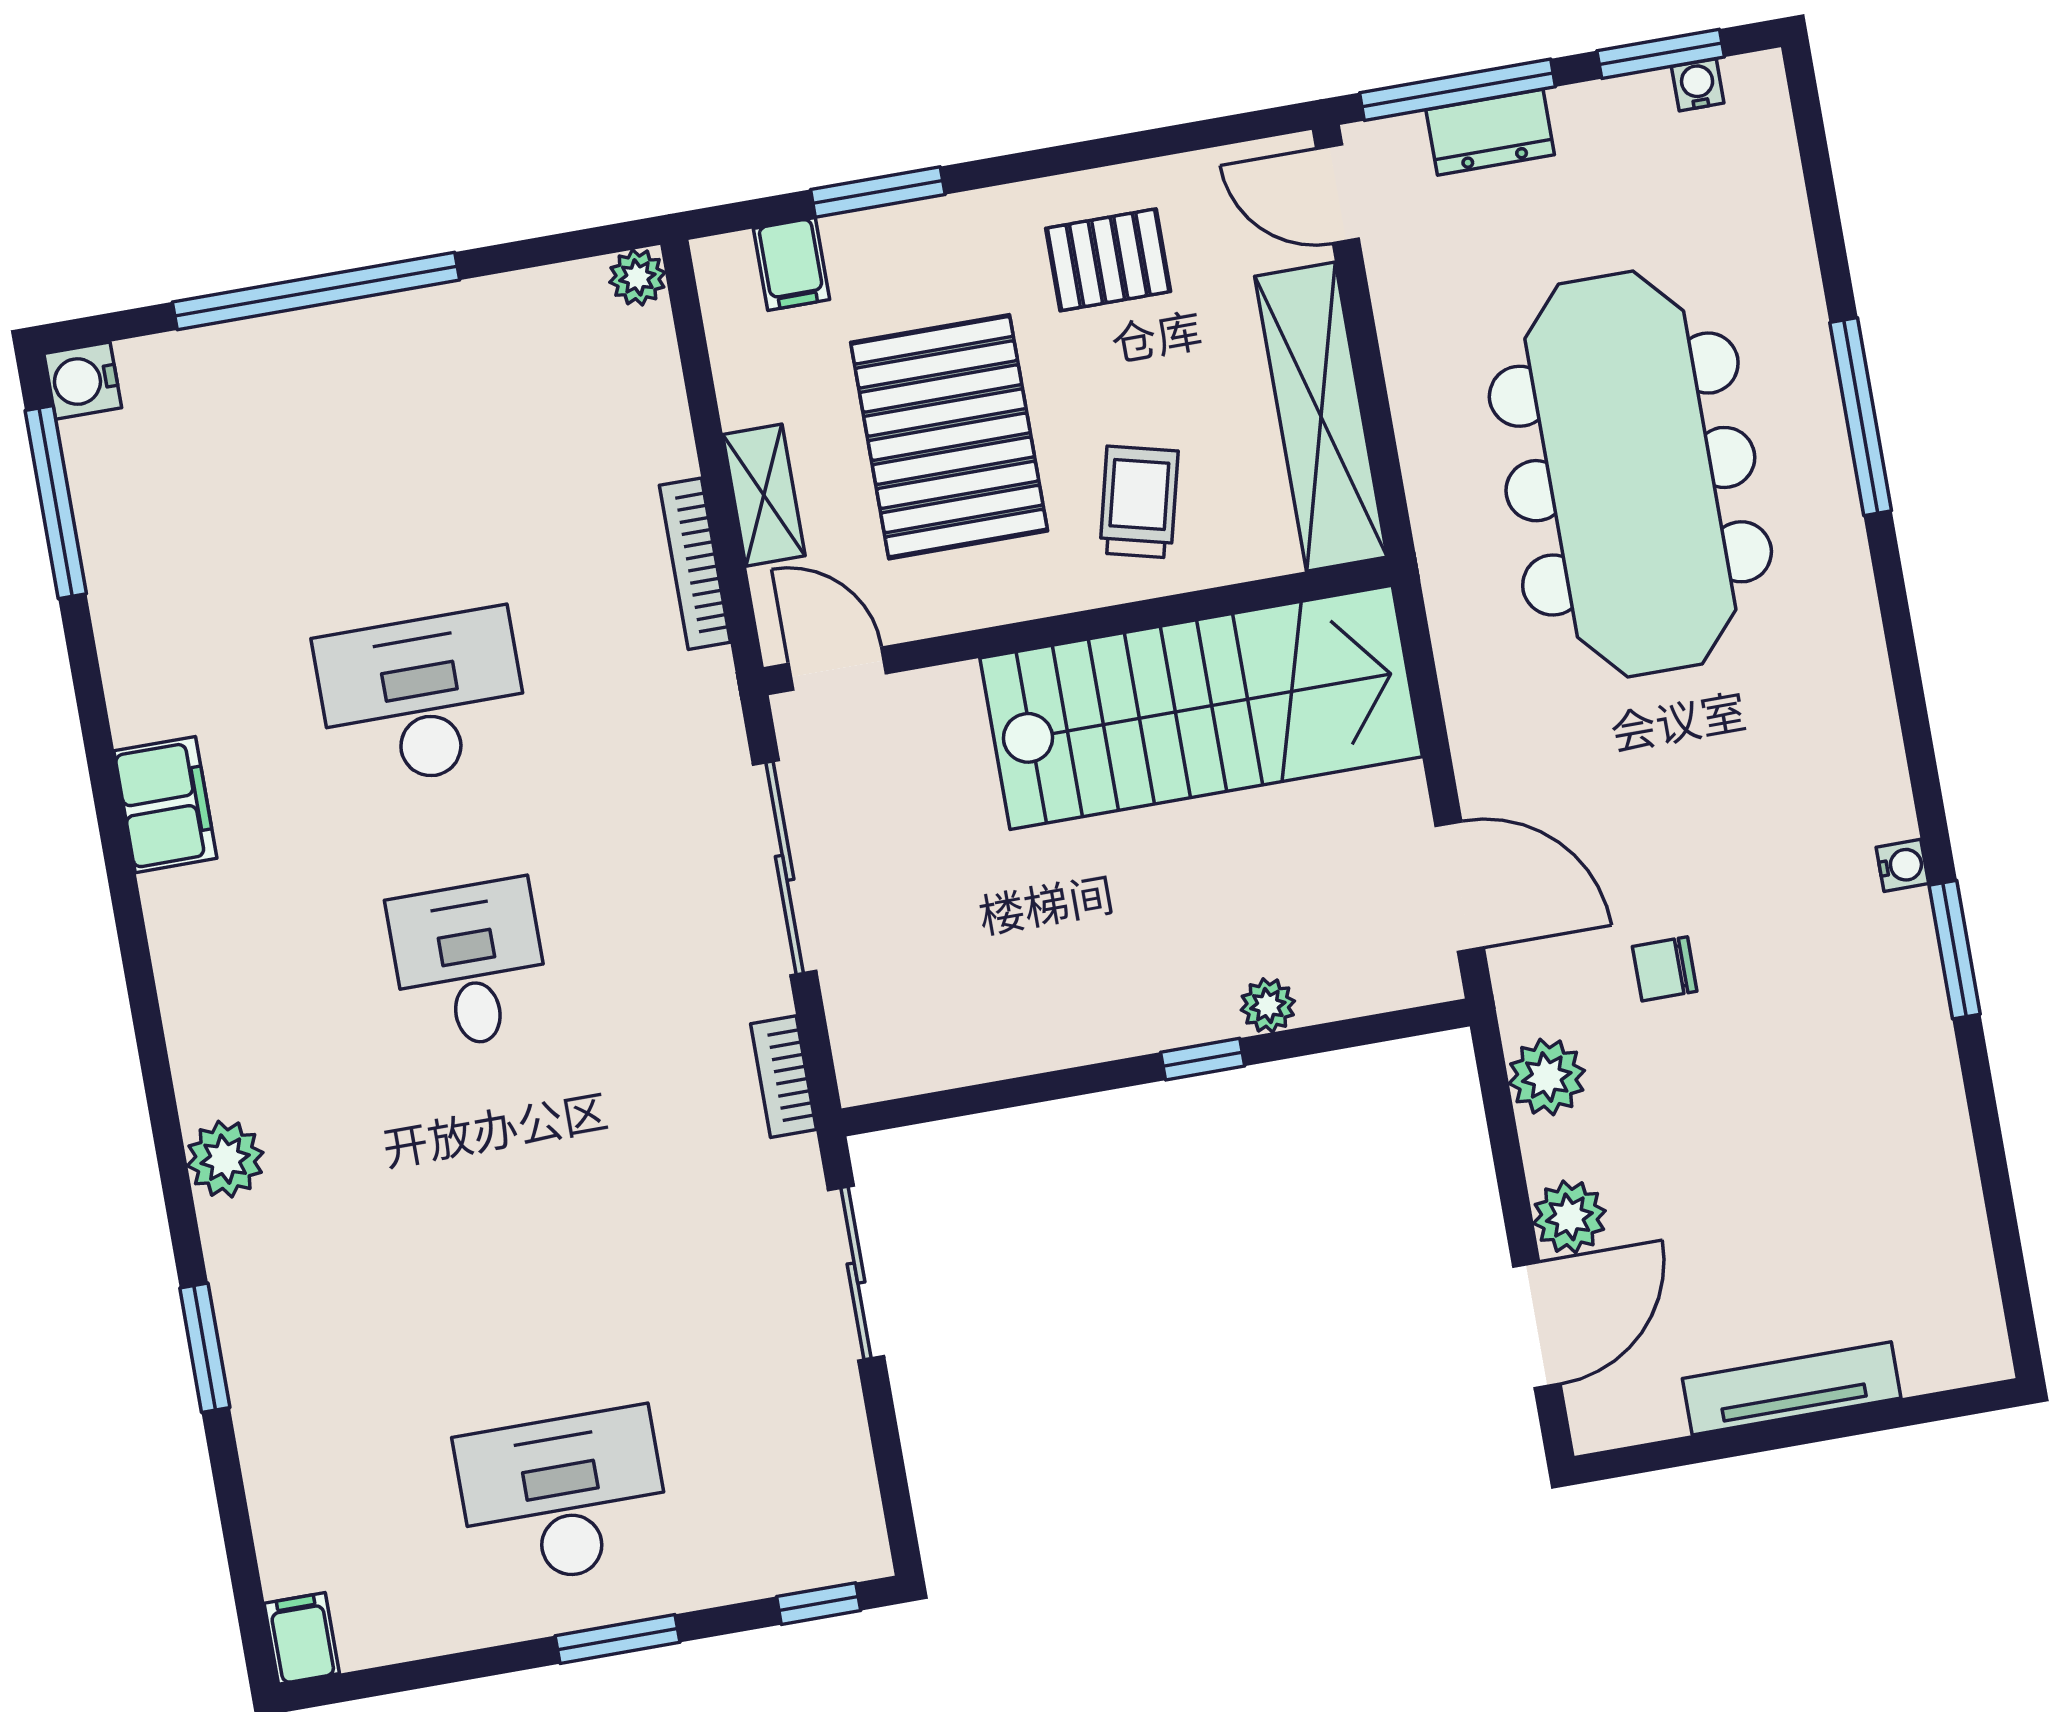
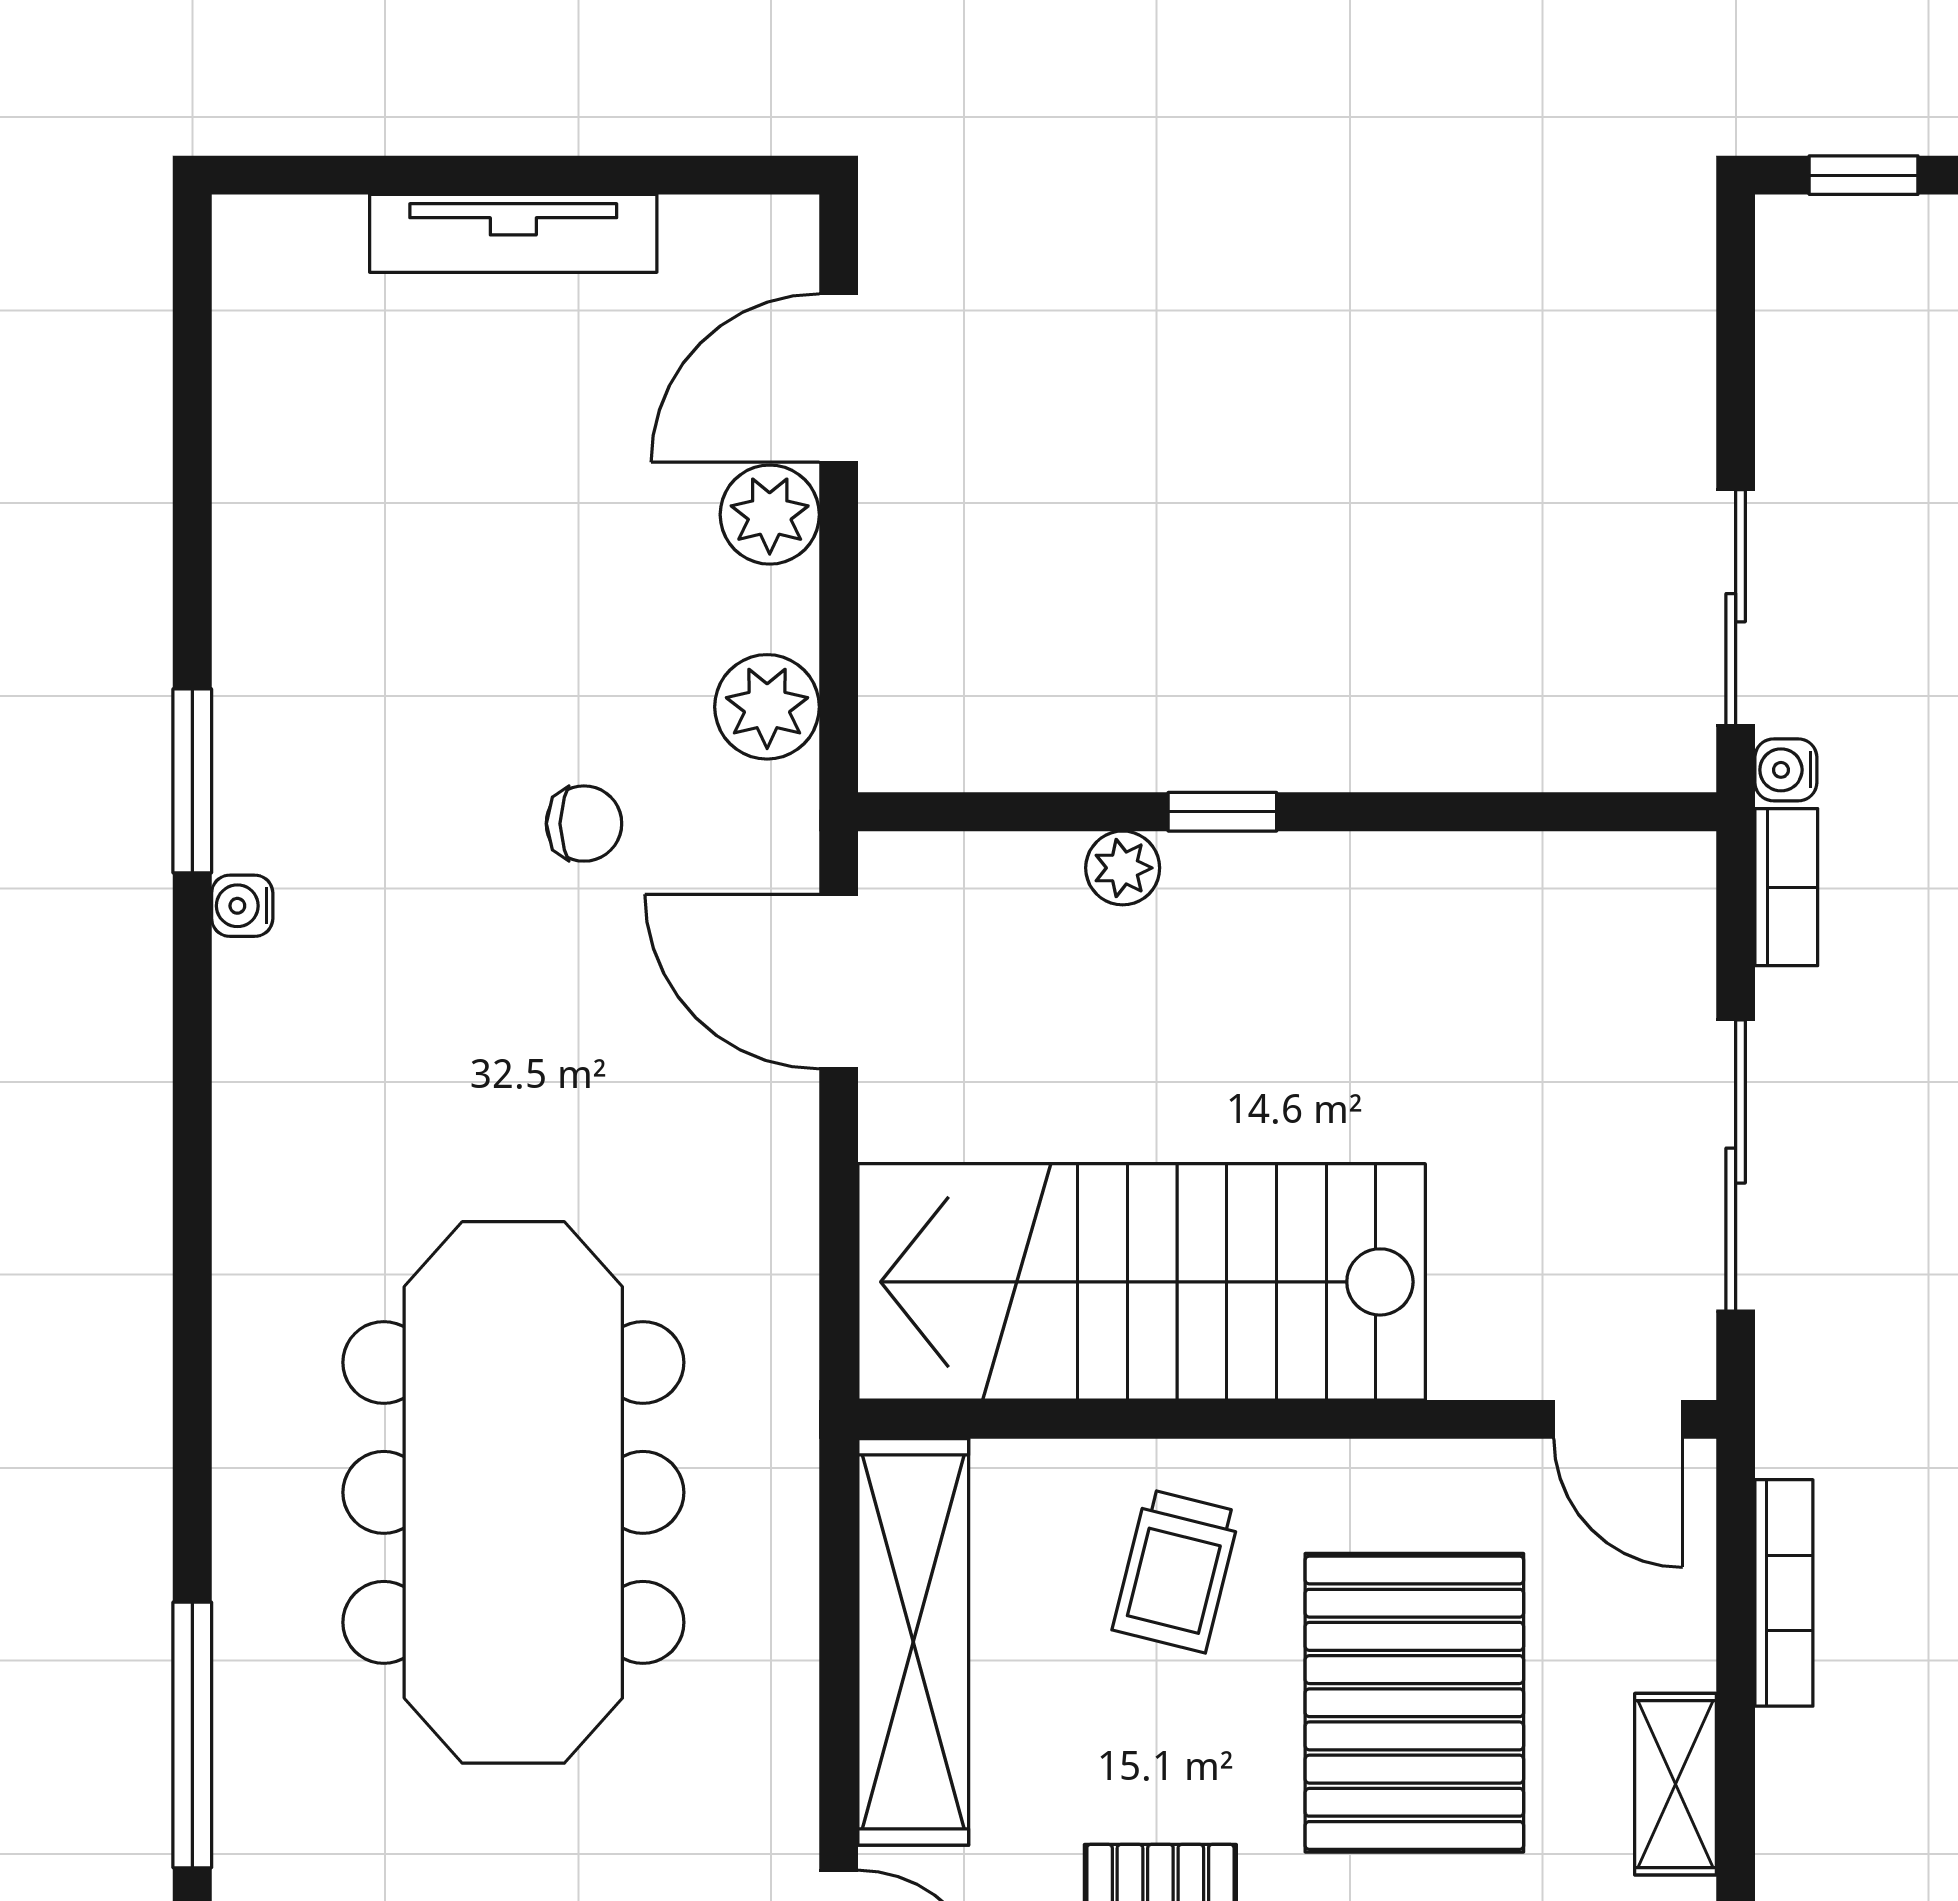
window: (1861, 417) -> (192, 1735), moved
shelving: (764, 495) -> (1675, 1784), moved
water cooler: (799, 1162) -> (1786, 770), added

